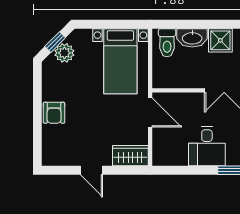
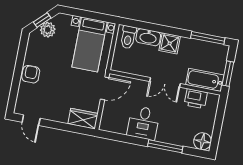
armchair: (54, 113) -> (31, 74), turned 180
door: (150, 113) -> (105, 88), hinge flipped
door: (92, 170) -> (31, 120), moved

